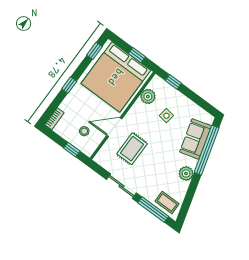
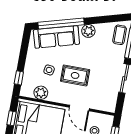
sofa: (196, 139) -> (56, 37), width x1.36
rug: (132, 149) -> (75, 75), moved

